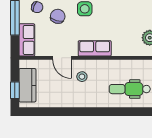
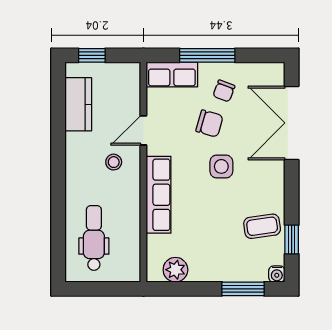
row of seats: (95, 48) -> (158, 195), width x1.48
kitchen counter: (27, 85) -> (78, 104), moved, turned -90

